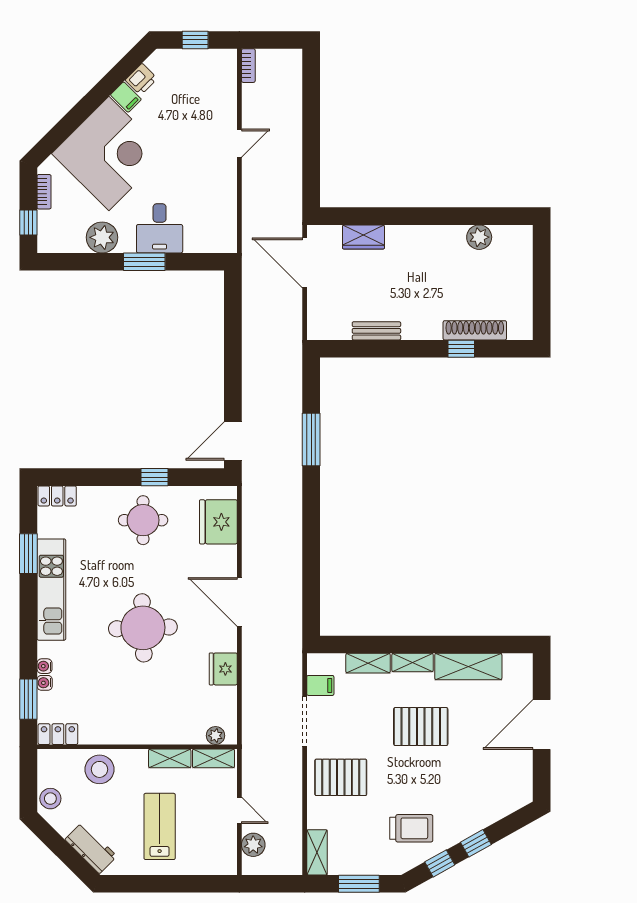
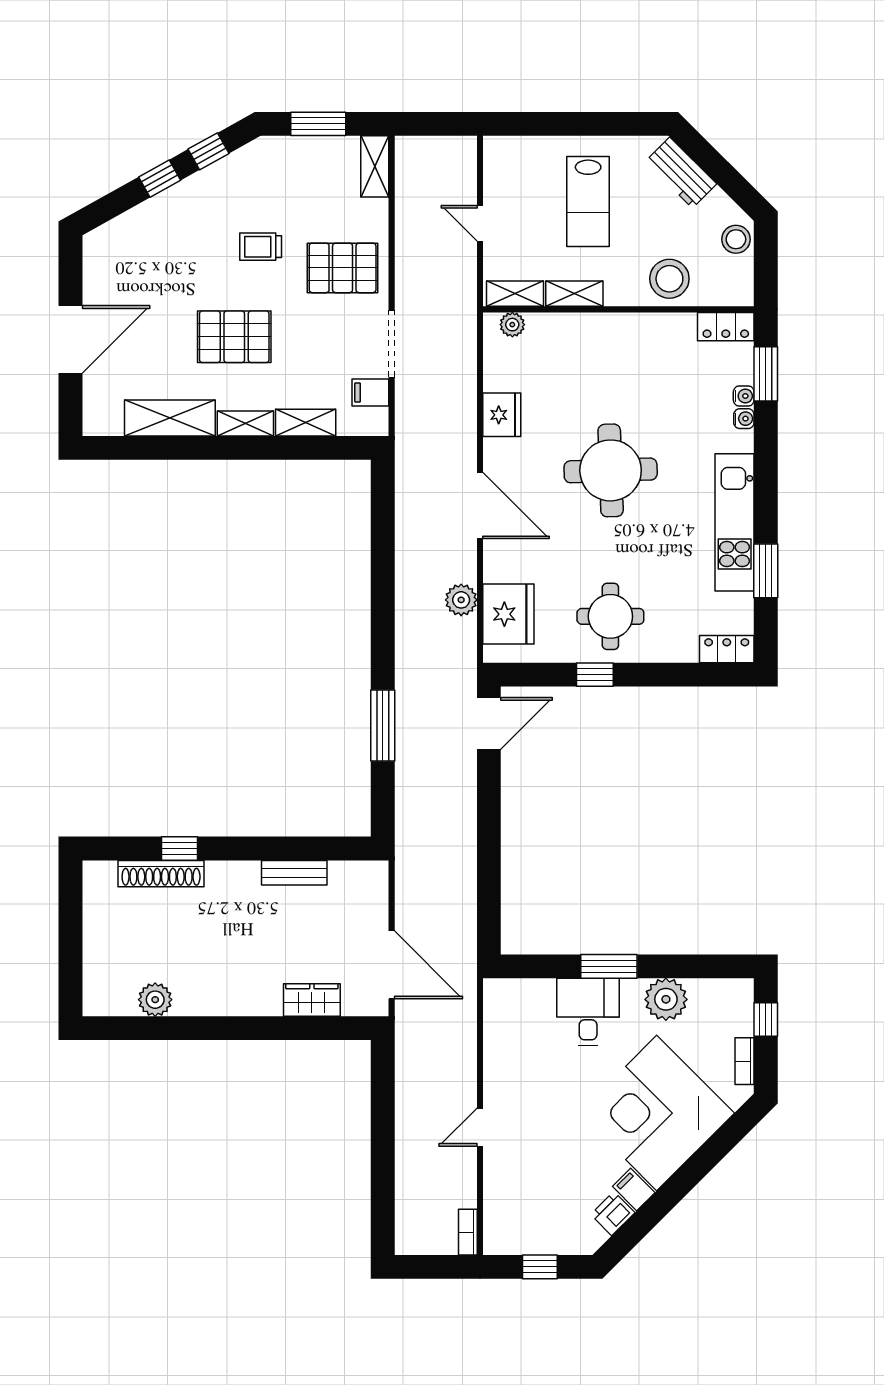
trolley: (411, 828) -> (261, 247), moved, width x0.73, depth x0.72
plant: (253, 845) -> (461, 600), moved

